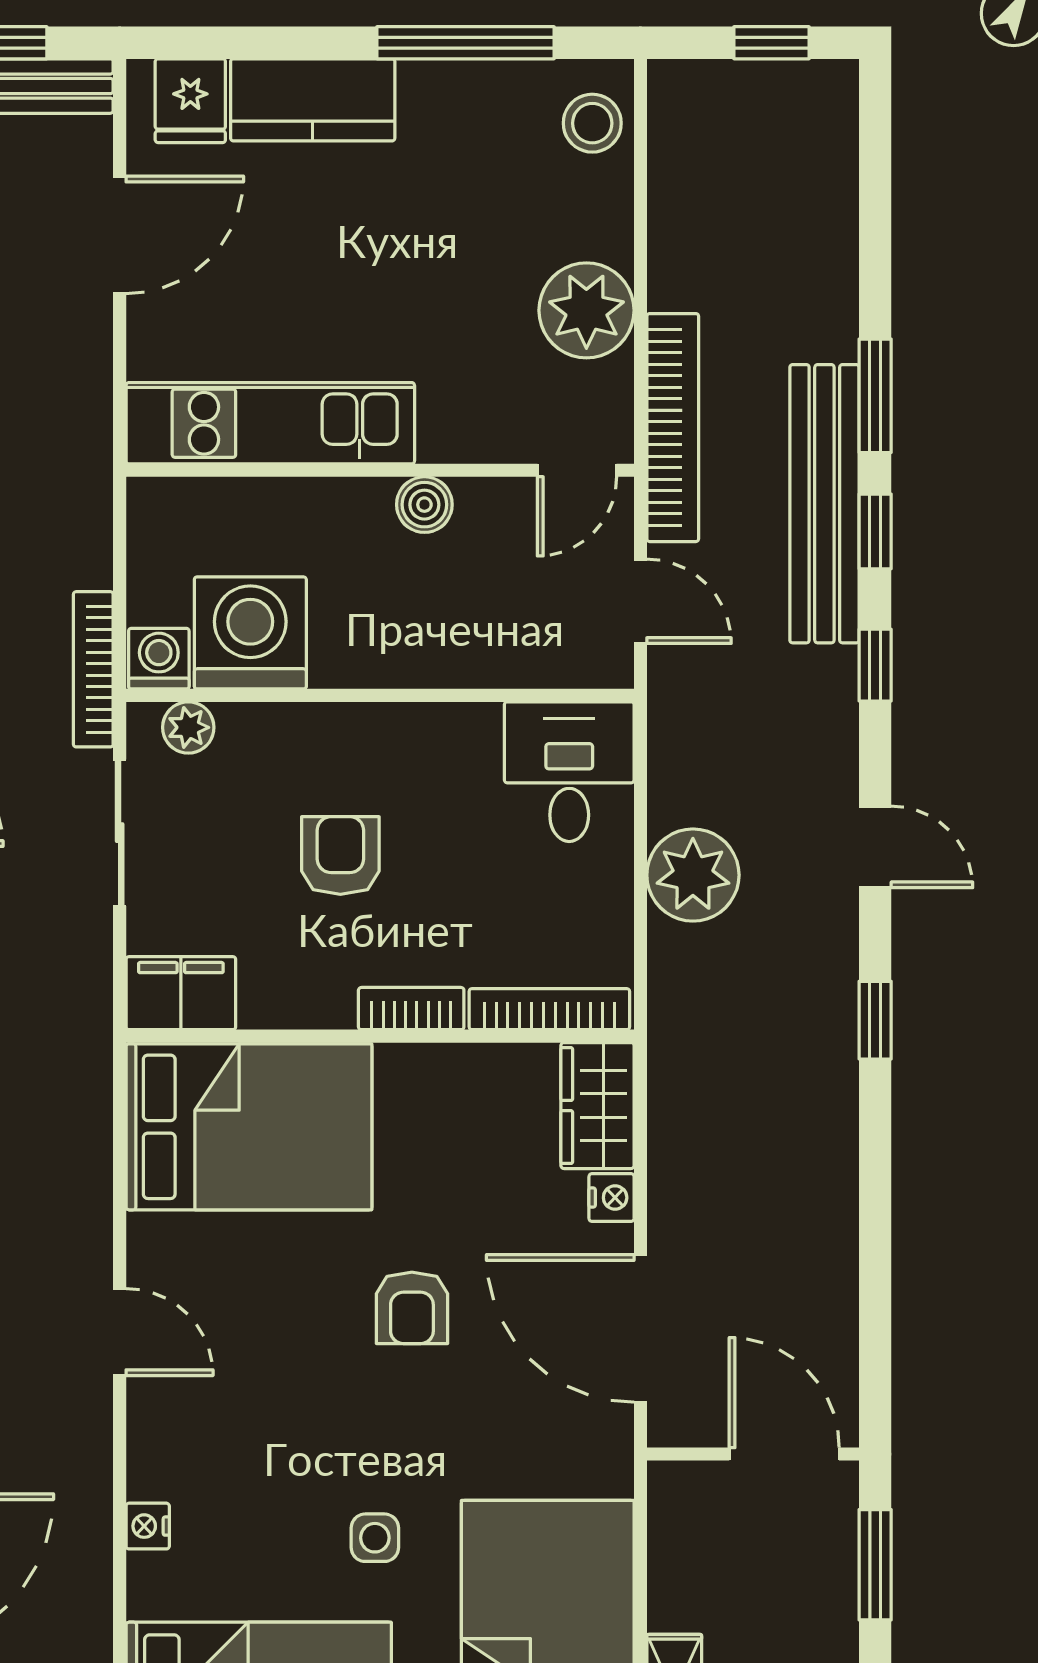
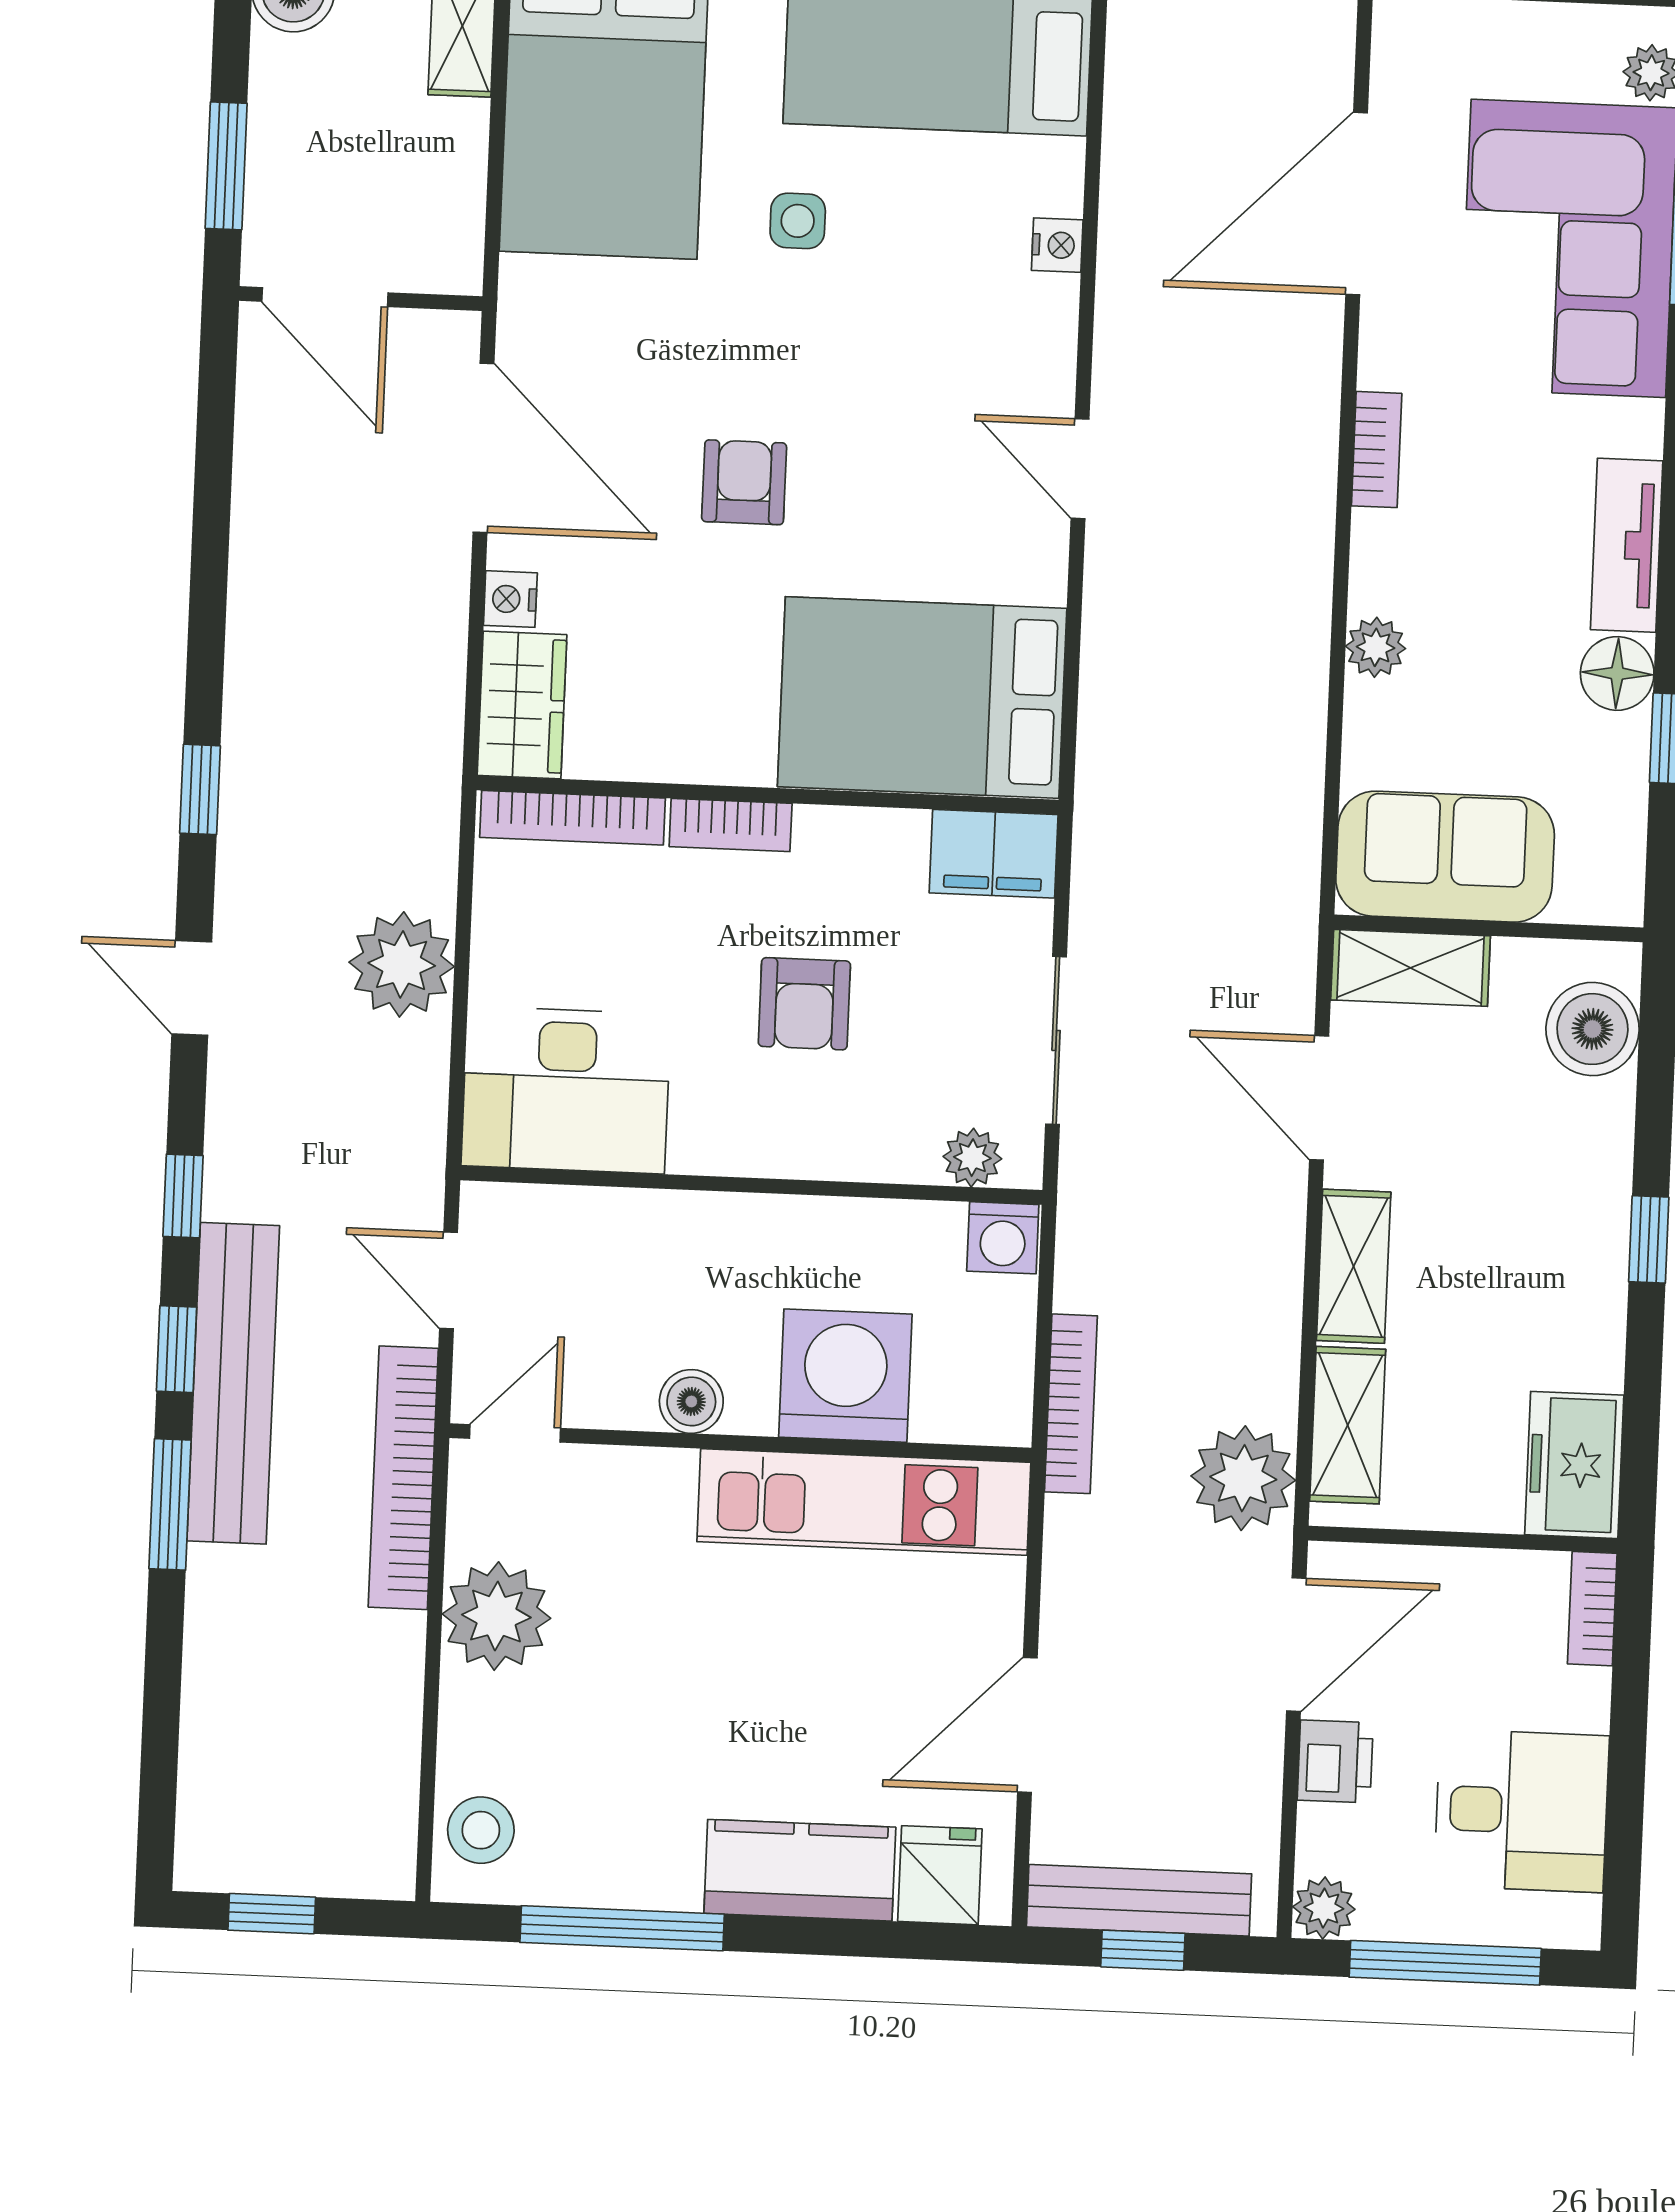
washing machine: (250, 633) -> (845, 1376), moved, turned 180
bookcase: (93, 669) -> (1071, 1404), moved
desk: (569, 772) -> (566, 1090), width x1.37

